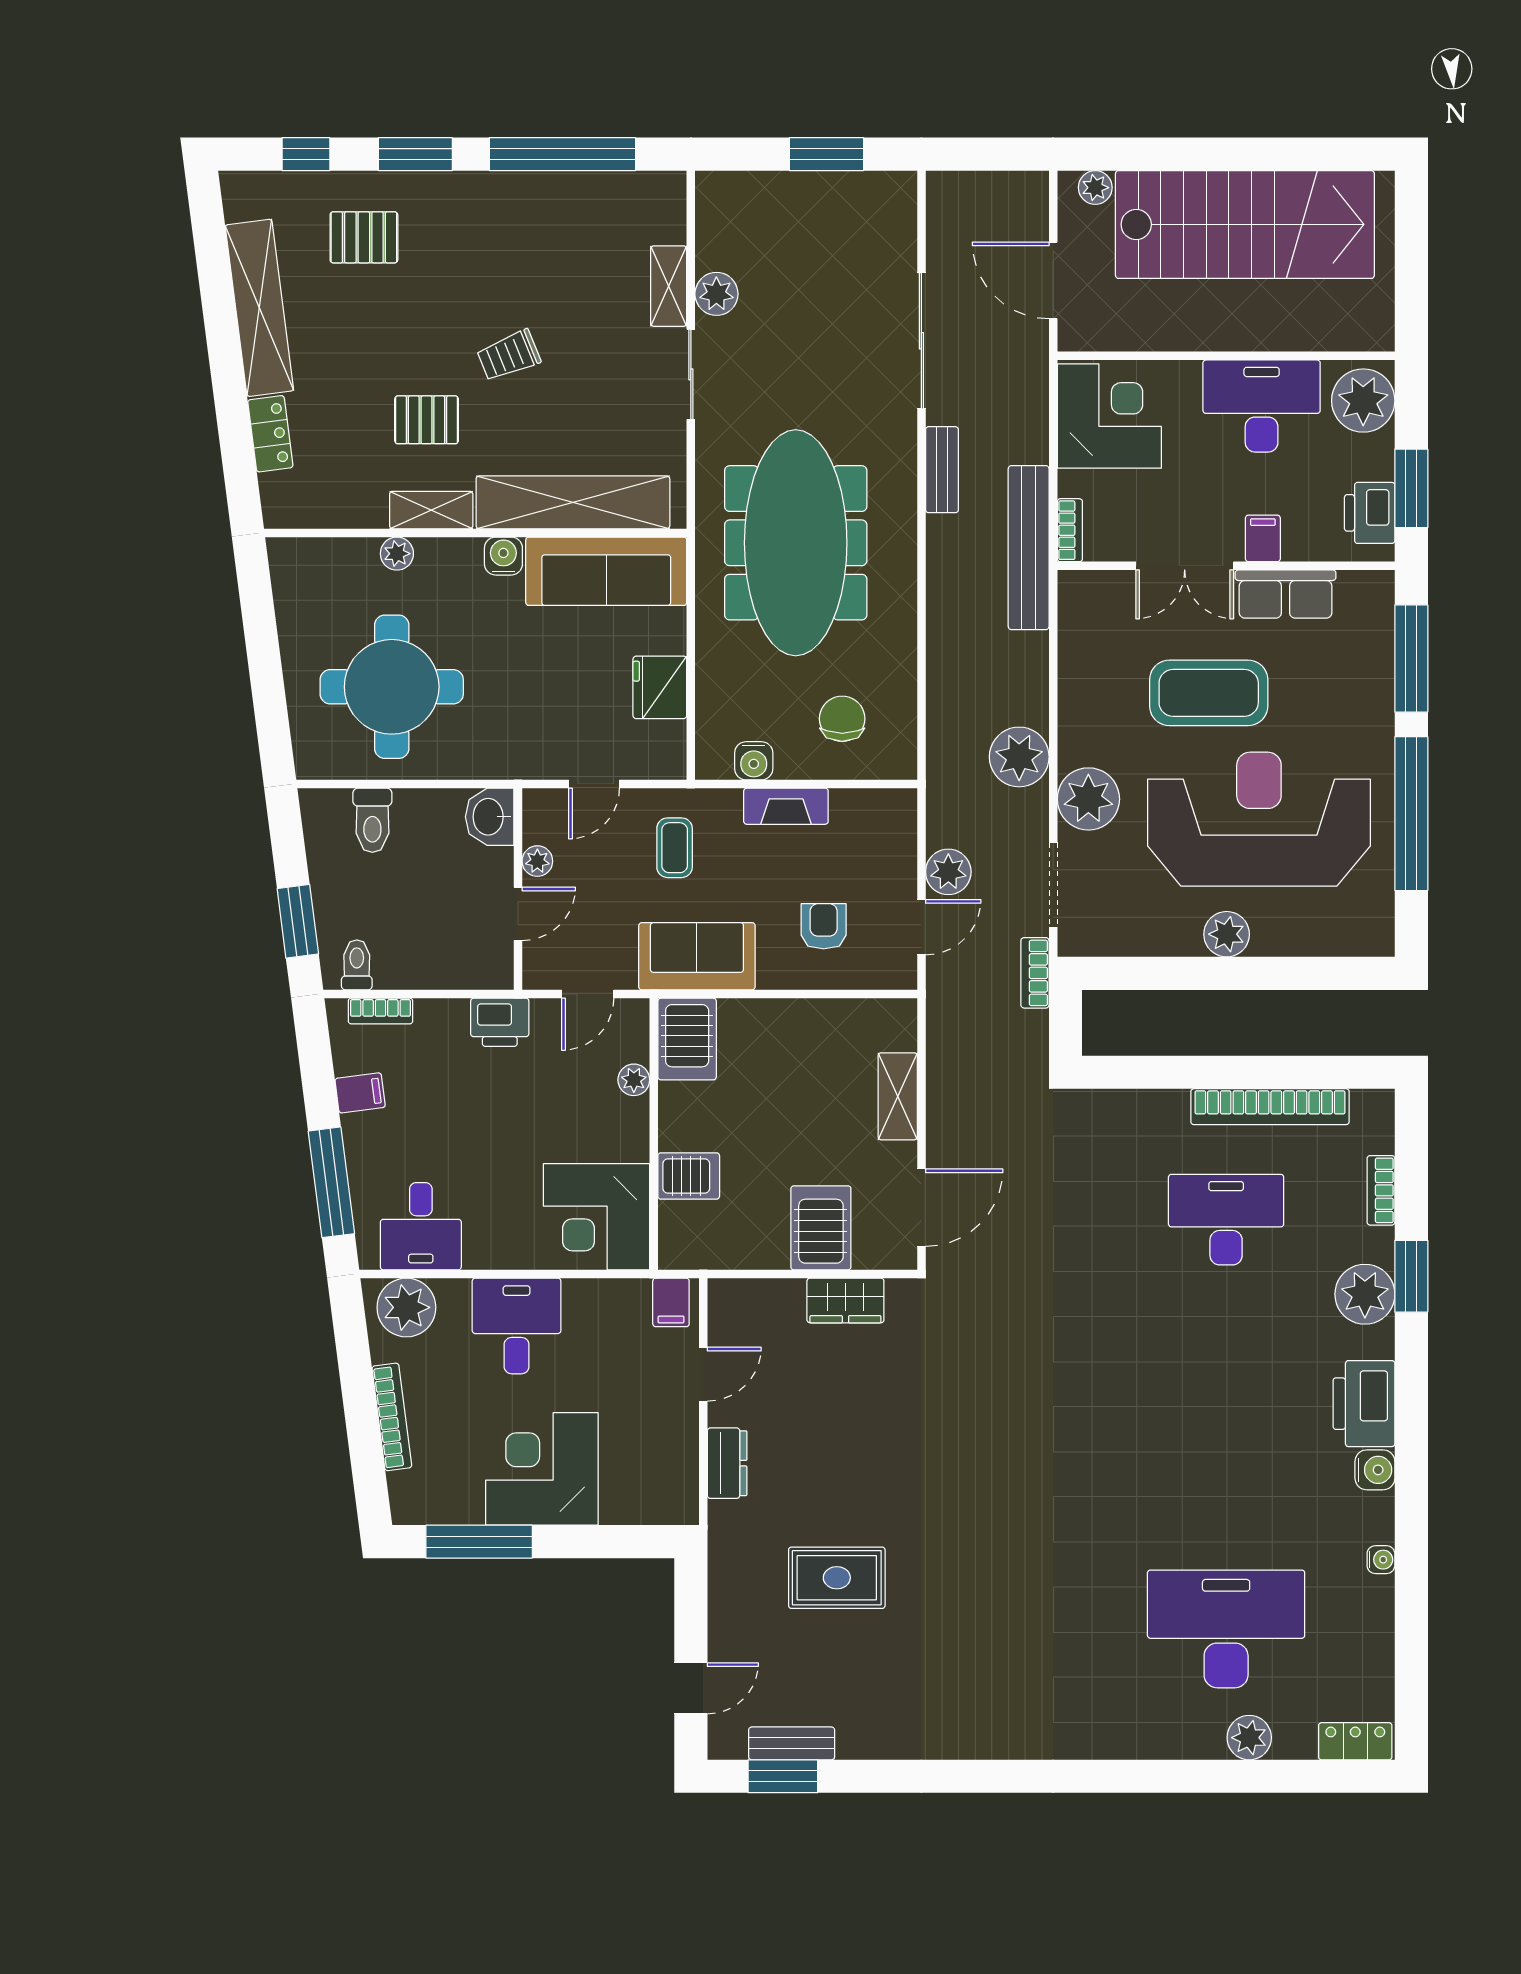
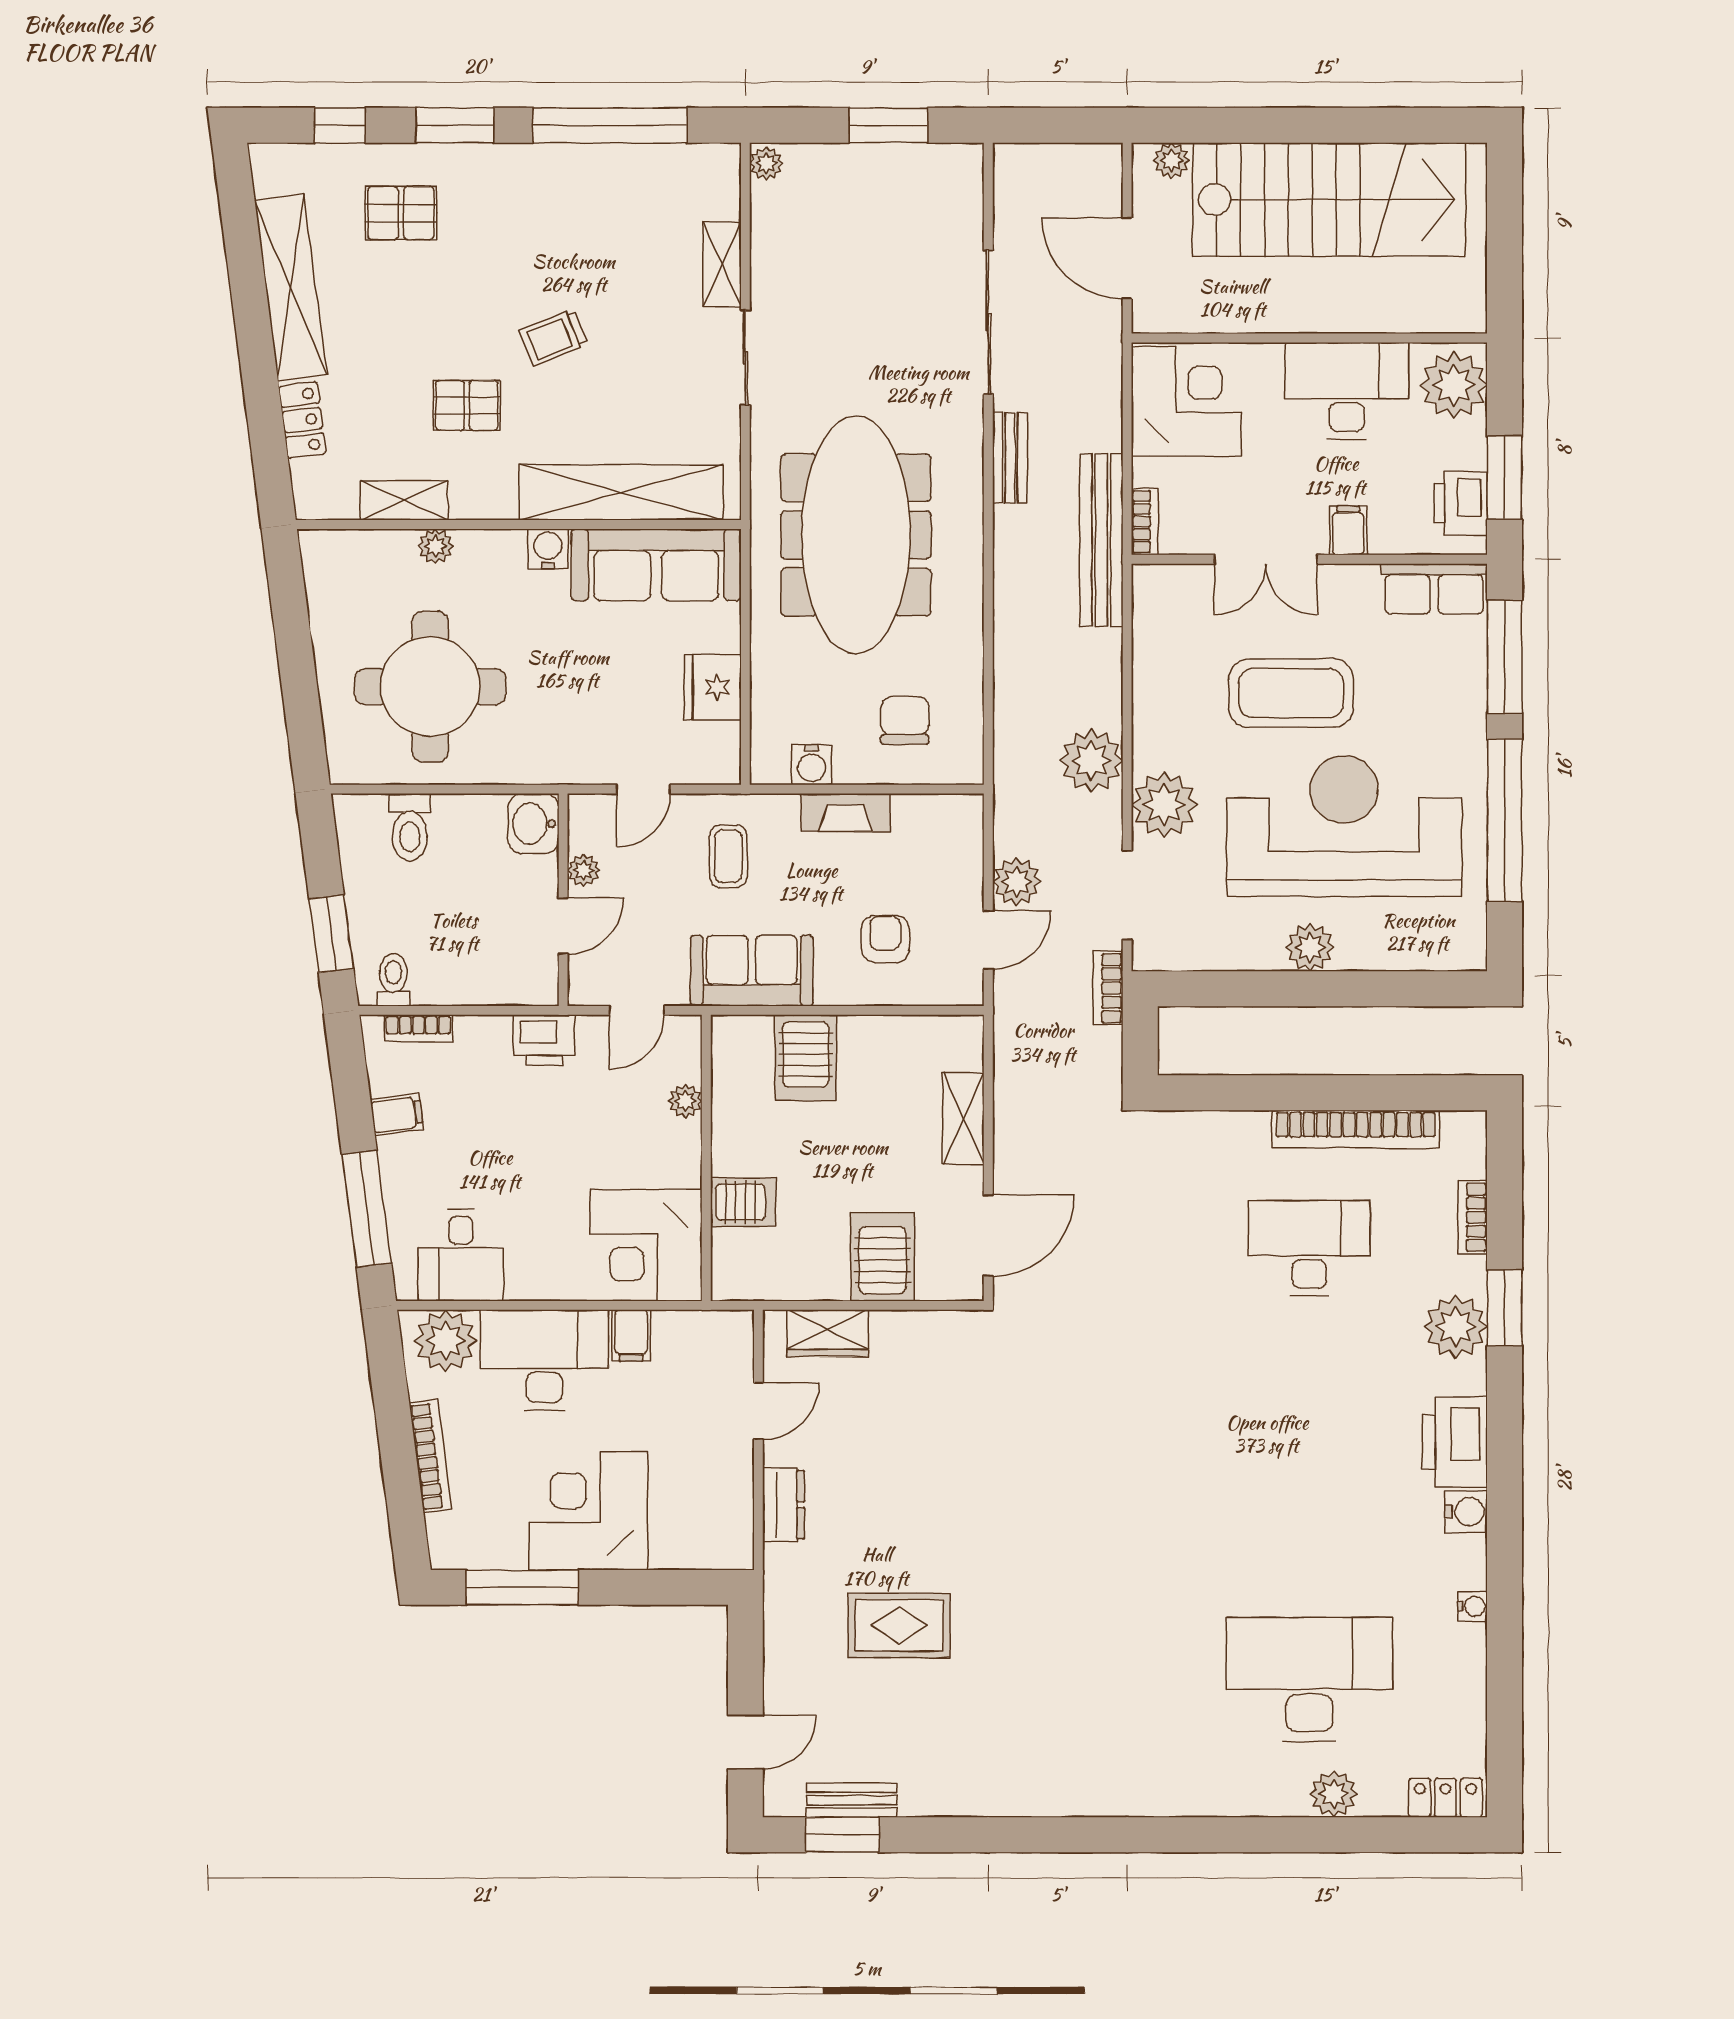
plant: (716, 294) -> (766, 163), moved, width x0.73, depth x0.73
shelving: (431, 510) -> (404, 500), moved
row of seats: (1286, 594) -> (1434, 589), moved
server rack: (687, 1039) -> (806, 1058), moved
wardrobe: (845, 1300) -> (828, 1333), moved
filing cabinet: (671, 1302) -> (631, 1335), moved
desk: (517, 1326) -> (544, 1360), width x1.37

